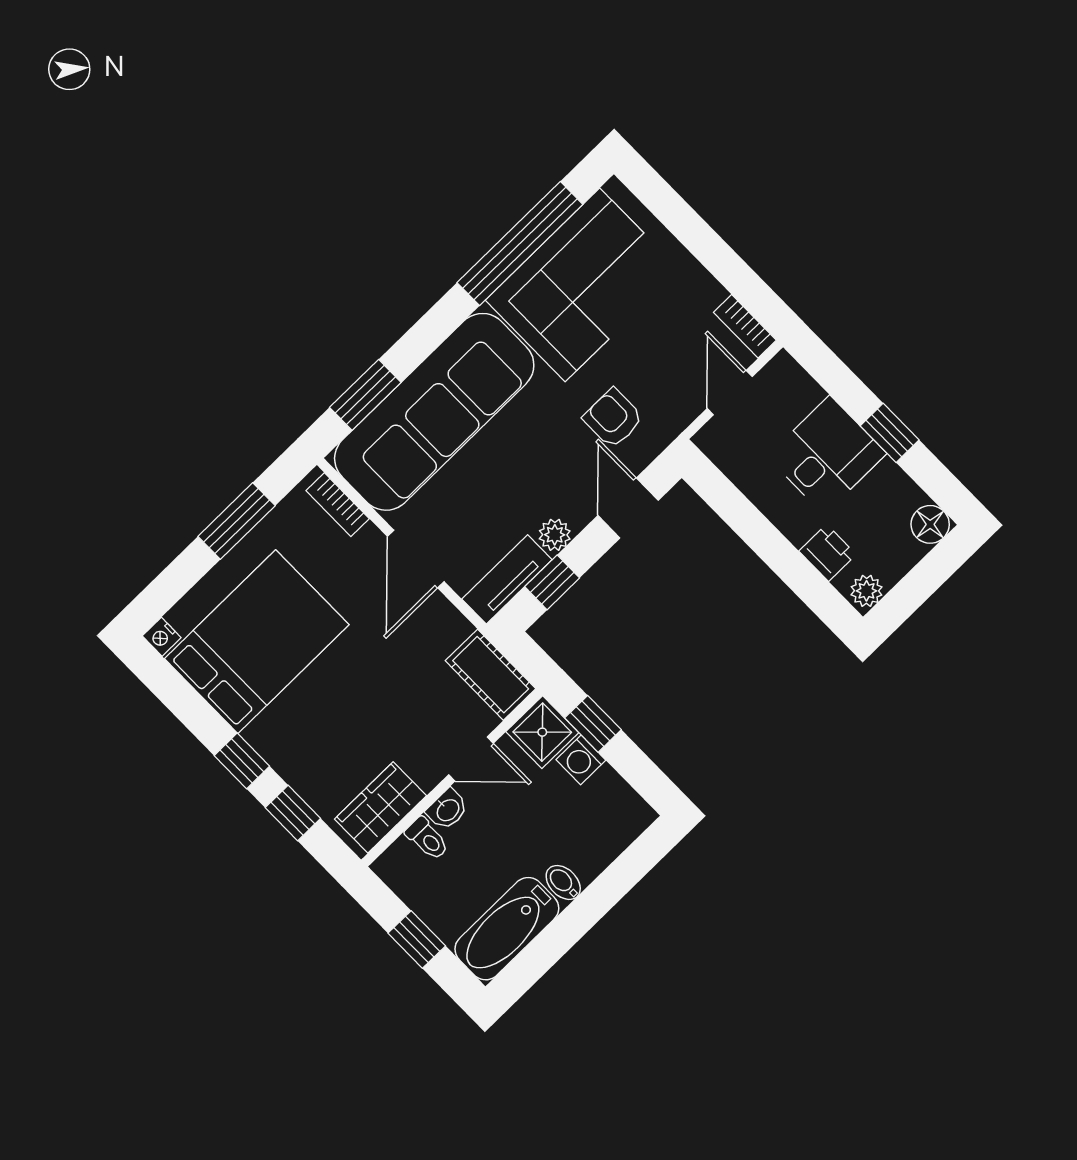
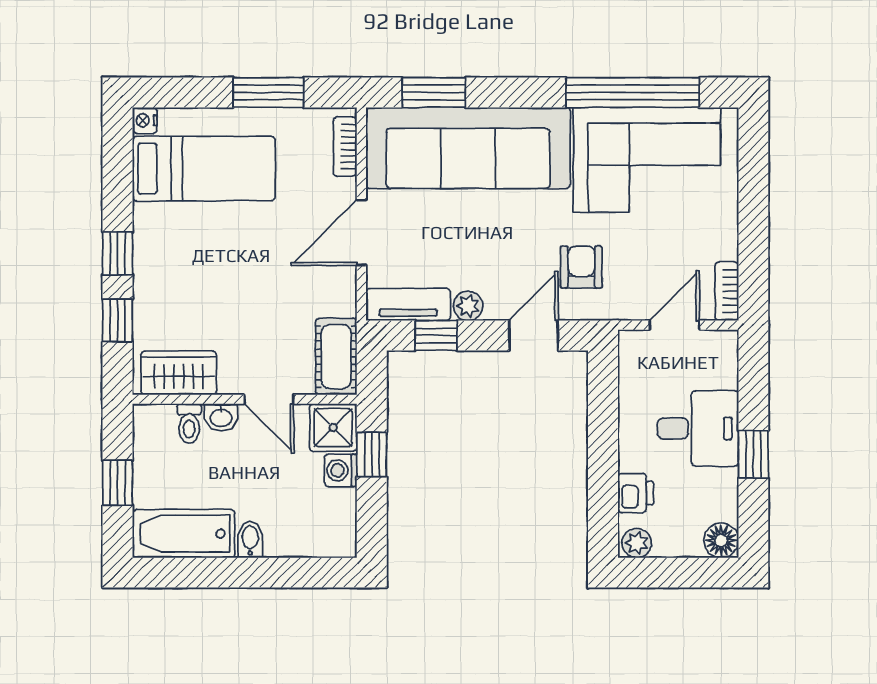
bed: (257, 642) -> (204, 168), width x0.67

